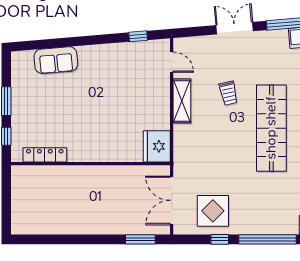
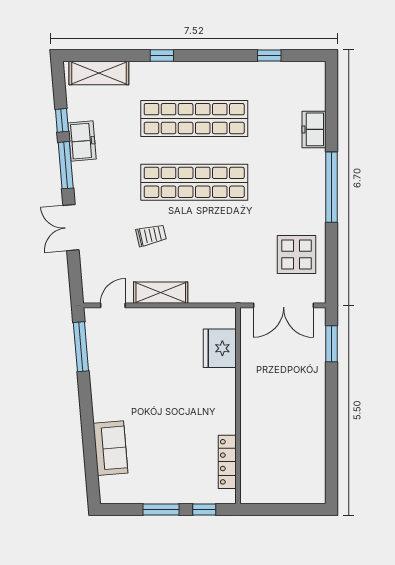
window: (138, 36) -> (81, 347), width x2.17
fridge: (157, 146) -> (220, 348), moved, turned 90
window: (220, 239) -> (332, 246), removed

